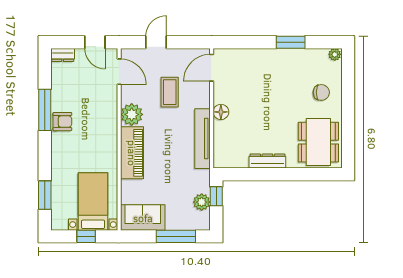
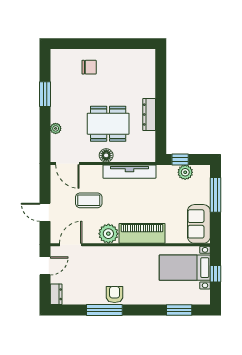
plant: (335, 54) -> (56, 128), moved
chair: (321, 92) -> (89, 67), turned 90
dining table: (318, 142) -> (108, 124), moved

